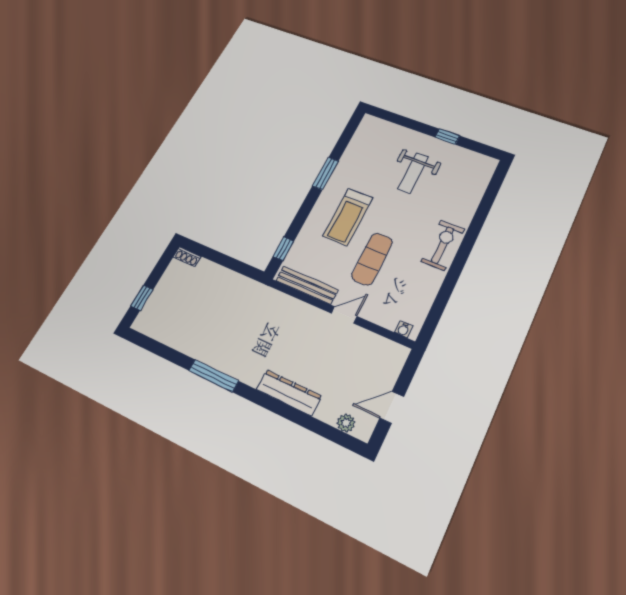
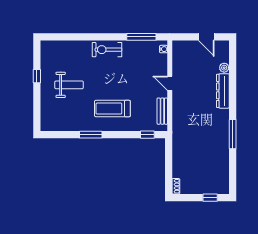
treadmill: (348, 217) -> (112, 109), turned 180
exercise mat: (372, 259) -> (132, 83), removed
bench: (307, 285) -> (162, 111), width x0.73
window: (440, 304) -> (141, 37), added
plant: (346, 423) -> (224, 68), moved

